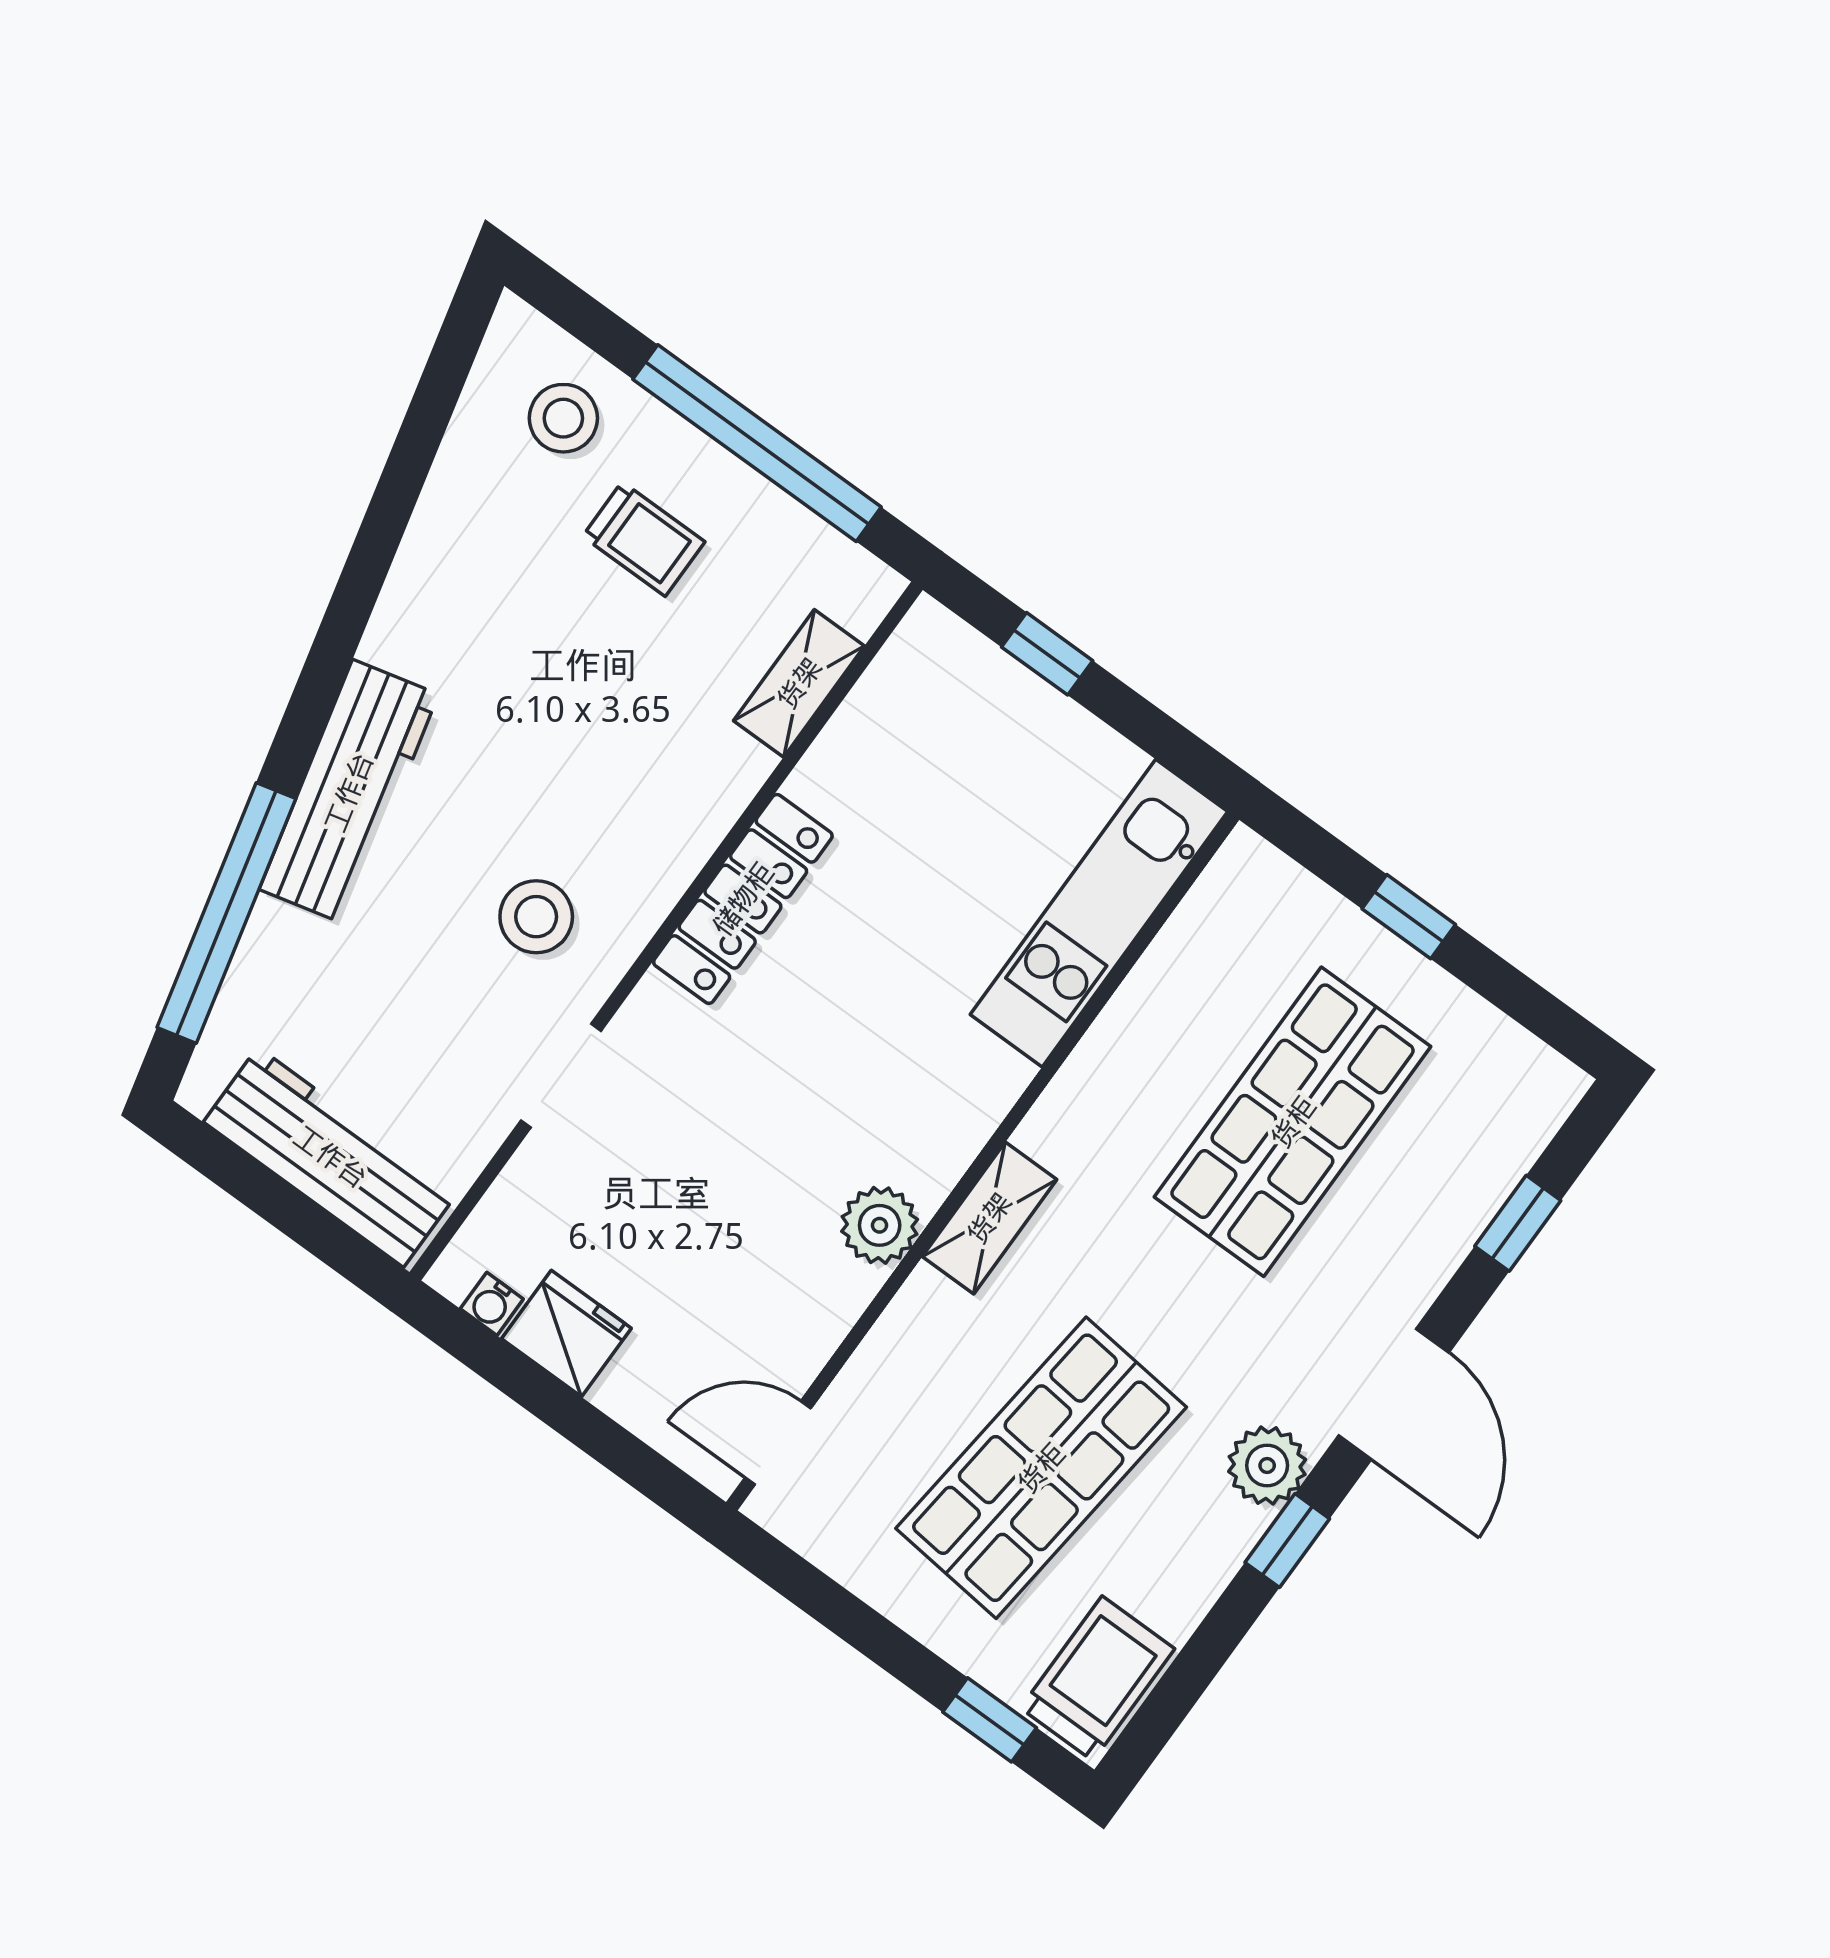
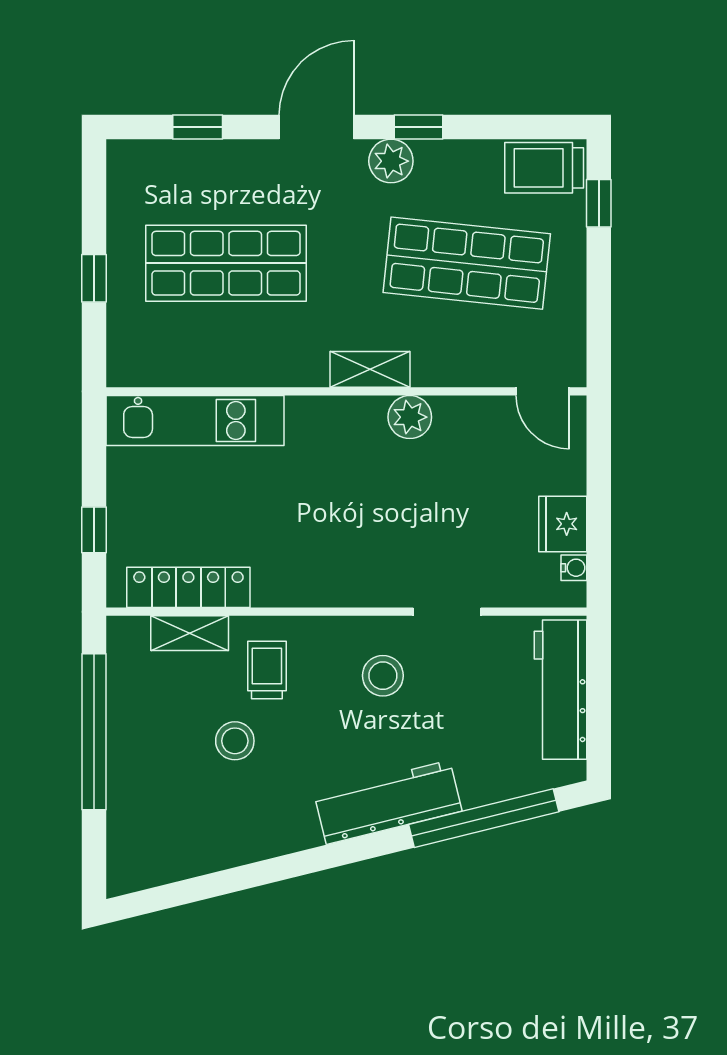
stool: (563, 418) -> (235, 741), moved
trolley: (644, 539) -> (267, 670), moved
locker: (743, 899) -> (188, 587), moved

